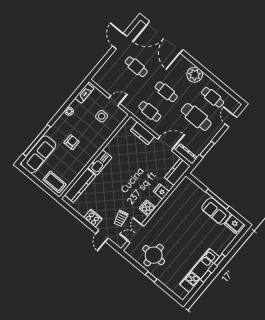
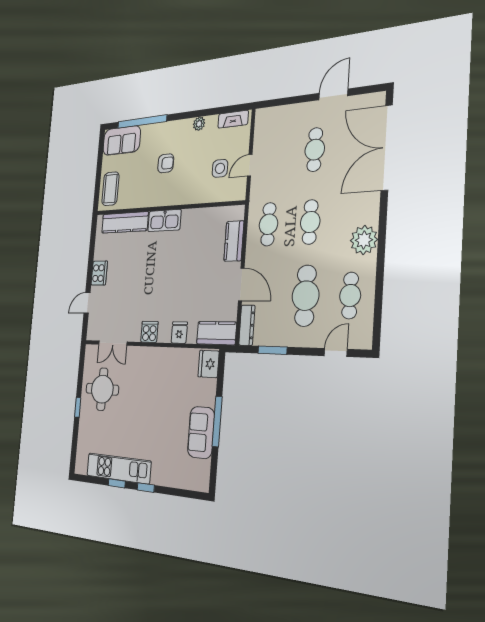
door: (114, 101) -> (250, 165), swing flipped
sofa: (39, 154) -> (122, 141), width x0.73
trolley: (121, 218) -> (118, 308), removed
fridge: (234, 224) -> (209, 364), moved
double door: (136, 233) -> (113, 343), swing flipped

